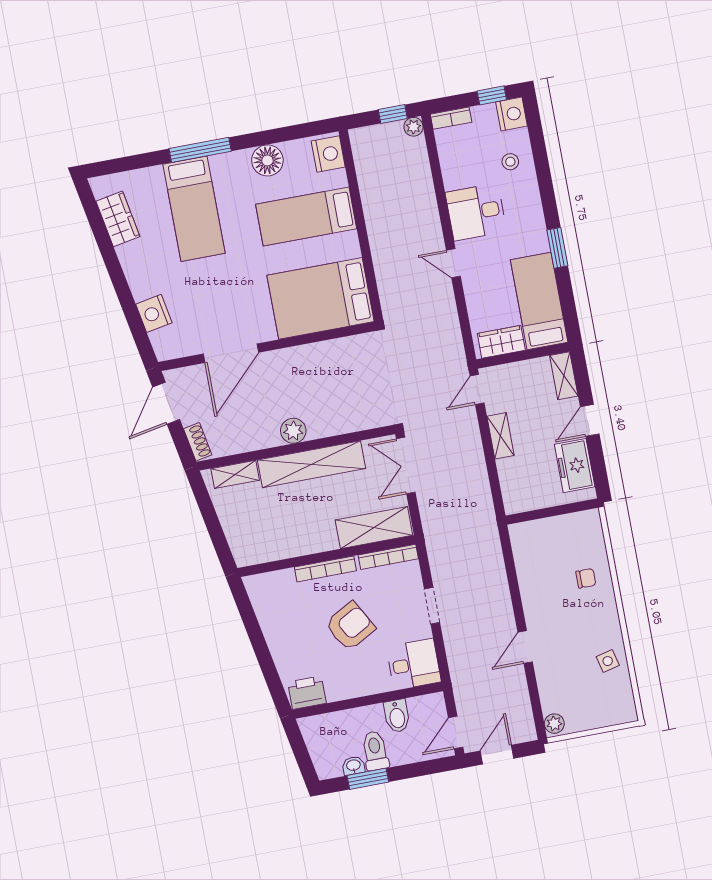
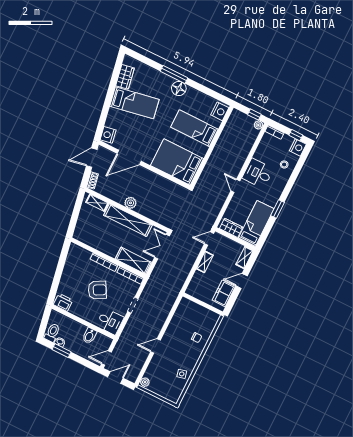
floor lamp: (267, 160) -> (179, 88), moved
bed: (194, 209) -> (134, 103), moved, turned -100
nightstand: (154, 313) -> (108, 135), moved
toilet: (375, 751) -> (52, 333), moved

